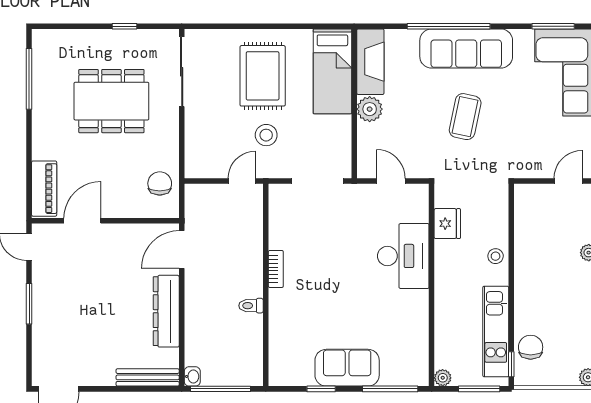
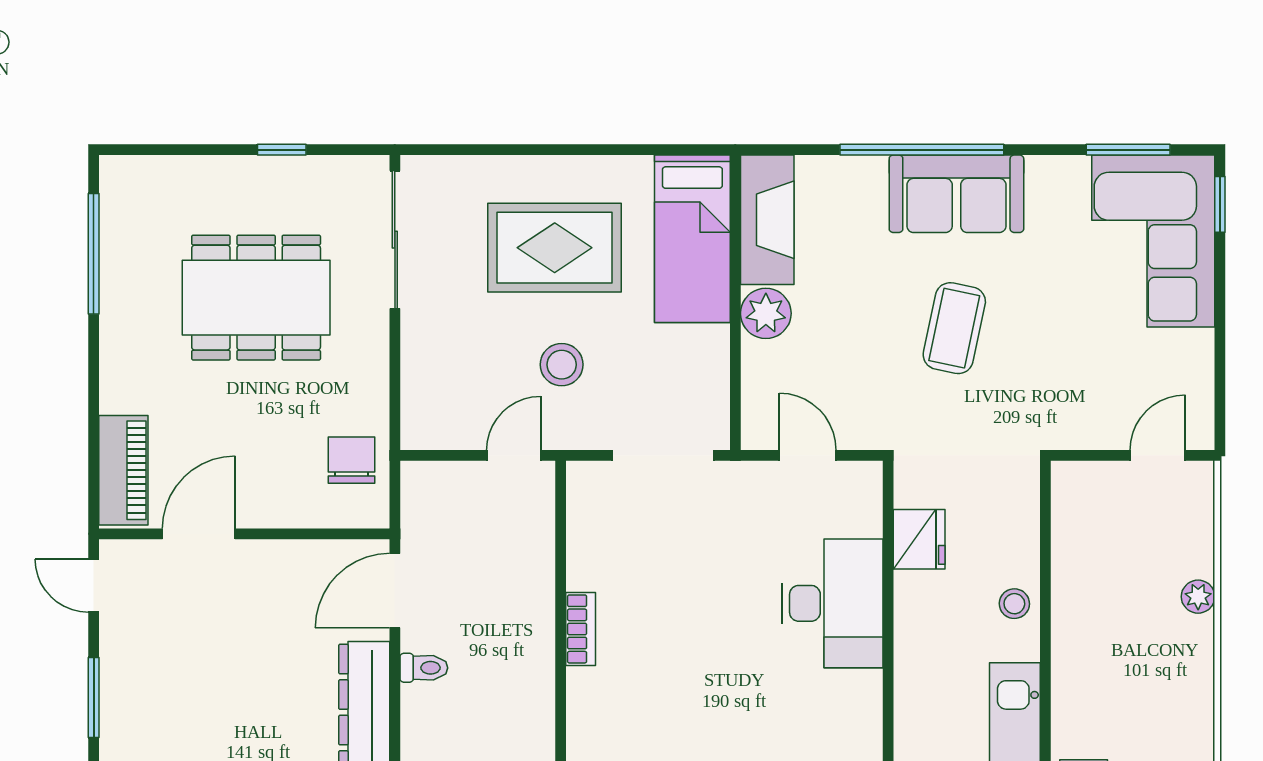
sofa: (466, 49) -> (956, 194), width x0.73
rug: (263, 76) -> (555, 248), turned 90
toilet: (251, 306) -> (424, 668), moved, turned 180

